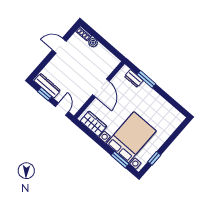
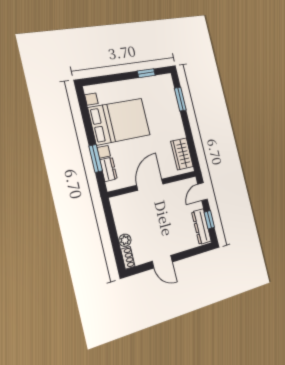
bed with nightstands: (131, 137) -> (119, 121), moved, turned 180

